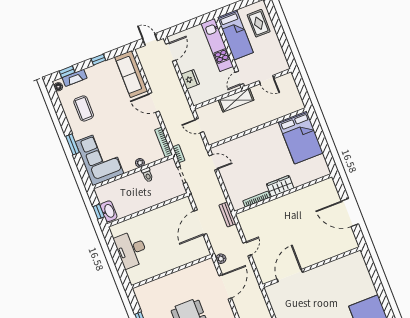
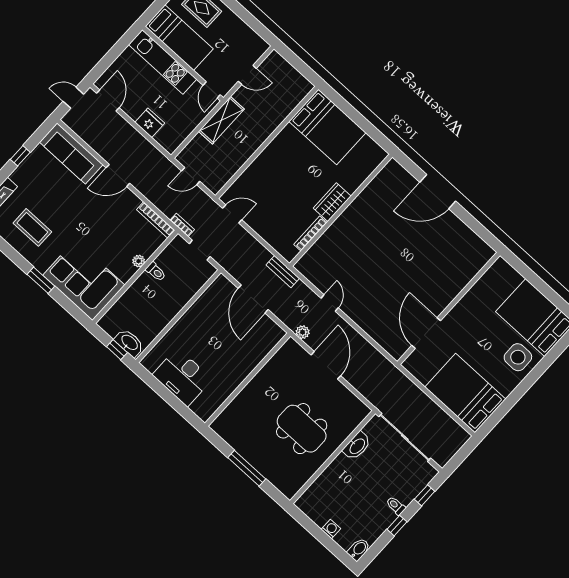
wall: (312, 267) -> (449, 309), moved
door: (290, 276) -> (426, 333), moved

